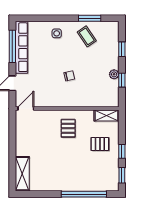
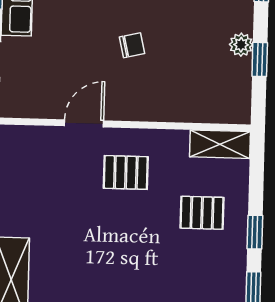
door: (26, 109) -> (84, 123), moved
pallet: (68, 128) -> (126, 172), turned 90

